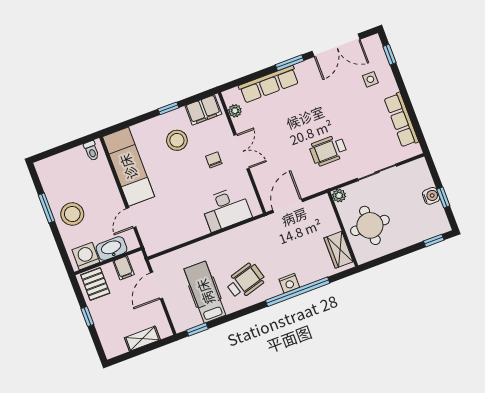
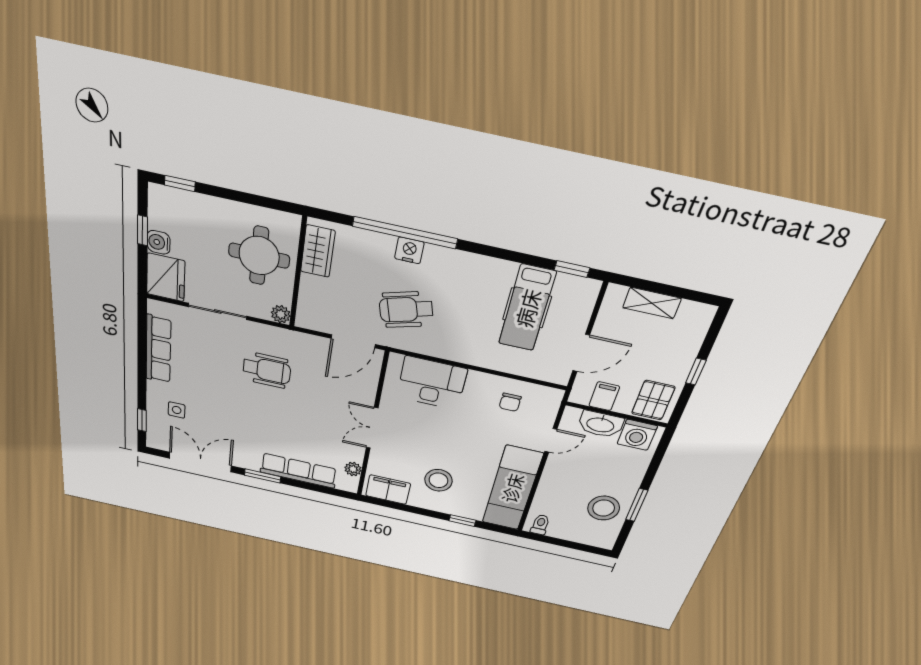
window: (168, 108) -> (462, 521), moved
chair: (214, 160) -> (510, 402), moved
fridge: (418, 175) -> (166, 277), added
stool: (72, 214) -> (604, 508), moved
wheelchair: (245, 281) -> (406, 310), moved

